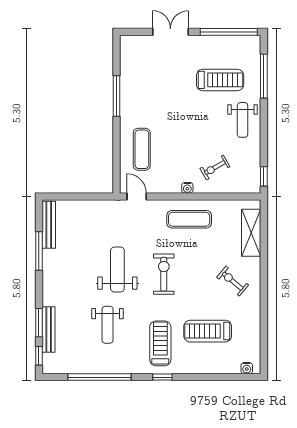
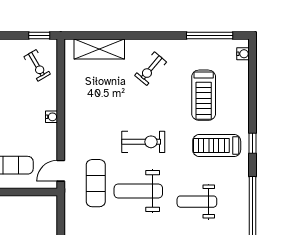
exercise bike: (215, 168) -> (37, 65), moved
exercise mat: (189, 219) -> (96, 183), moved
exercise bike: (164, 274) -> (143, 142), turned 180
weight bench: (108, 325) -> (197, 202), turned 180
window: (264, 337) -> (210, 36), added

